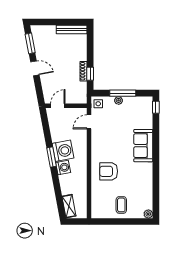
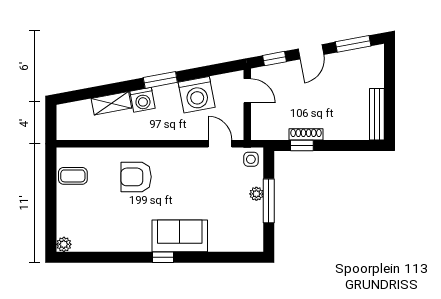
window: (39, 90) -> (275, 59), added
window: (156, 107) -> (163, 257), moved
washing machine: (63, 151) -> (197, 95), moved
armchair: (109, 171) -> (136, 177), turned -90
coffee table: (121, 205) -> (73, 176), moved
shelving: (69, 206) -> (111, 103), moved

